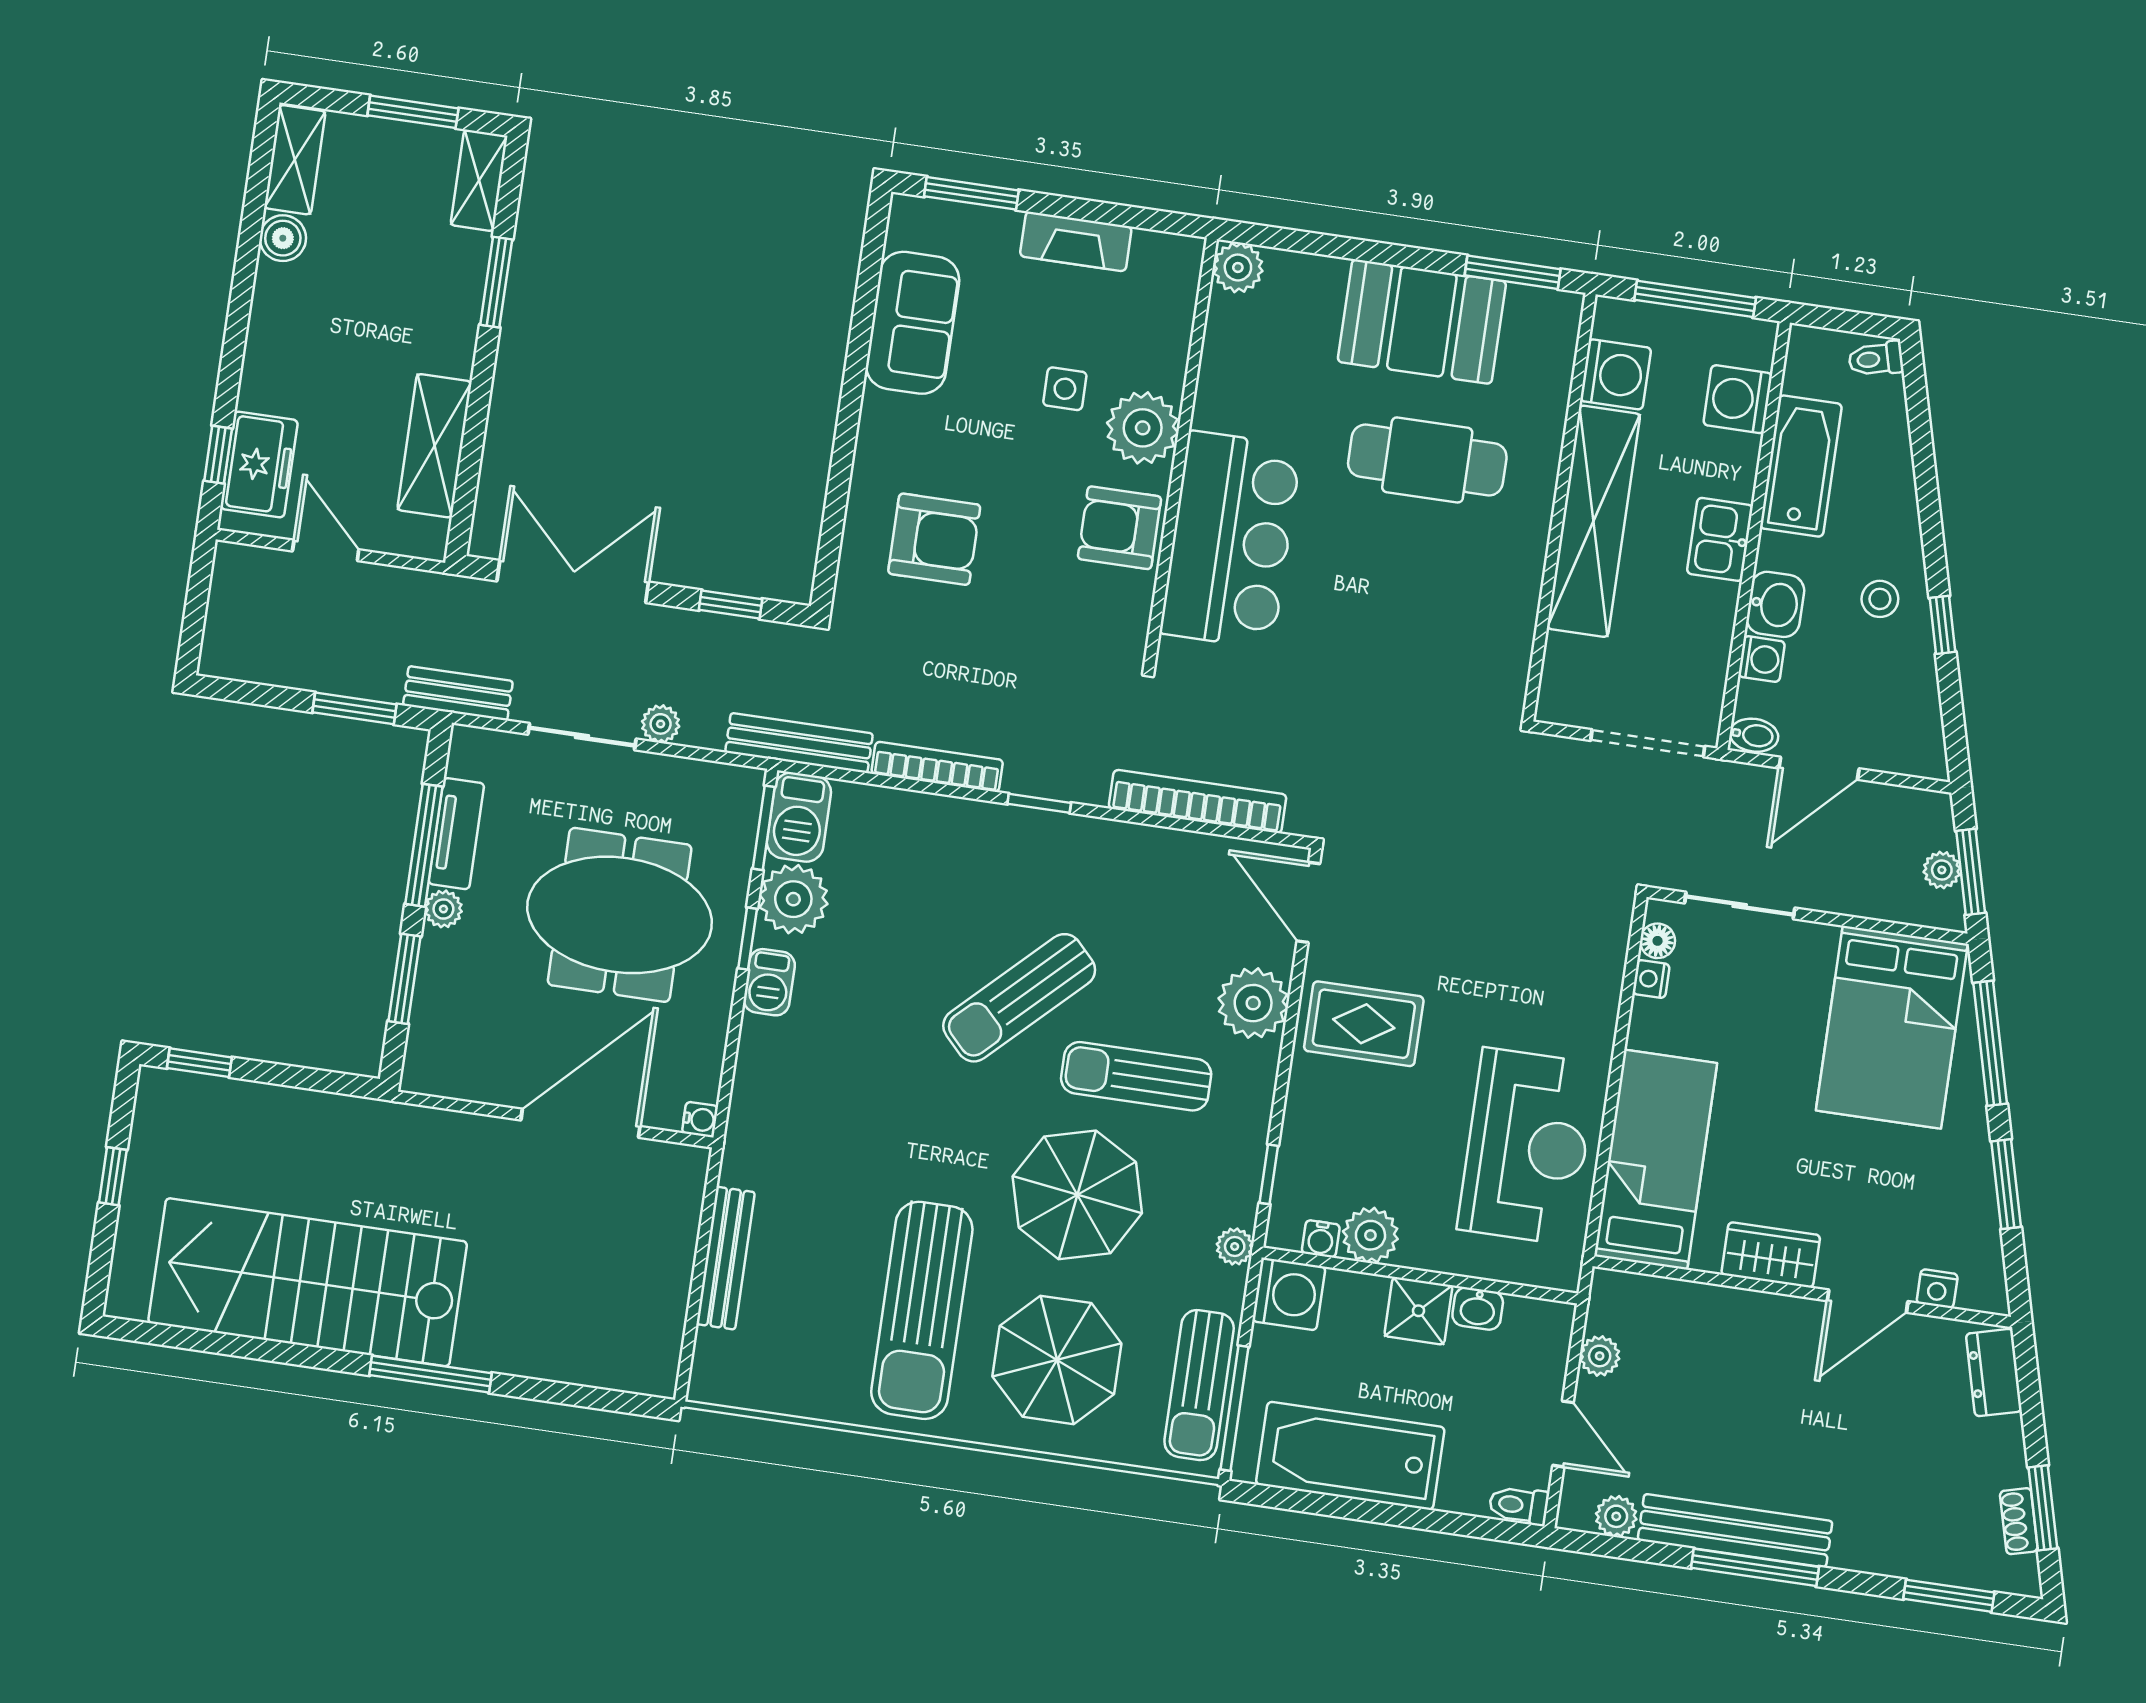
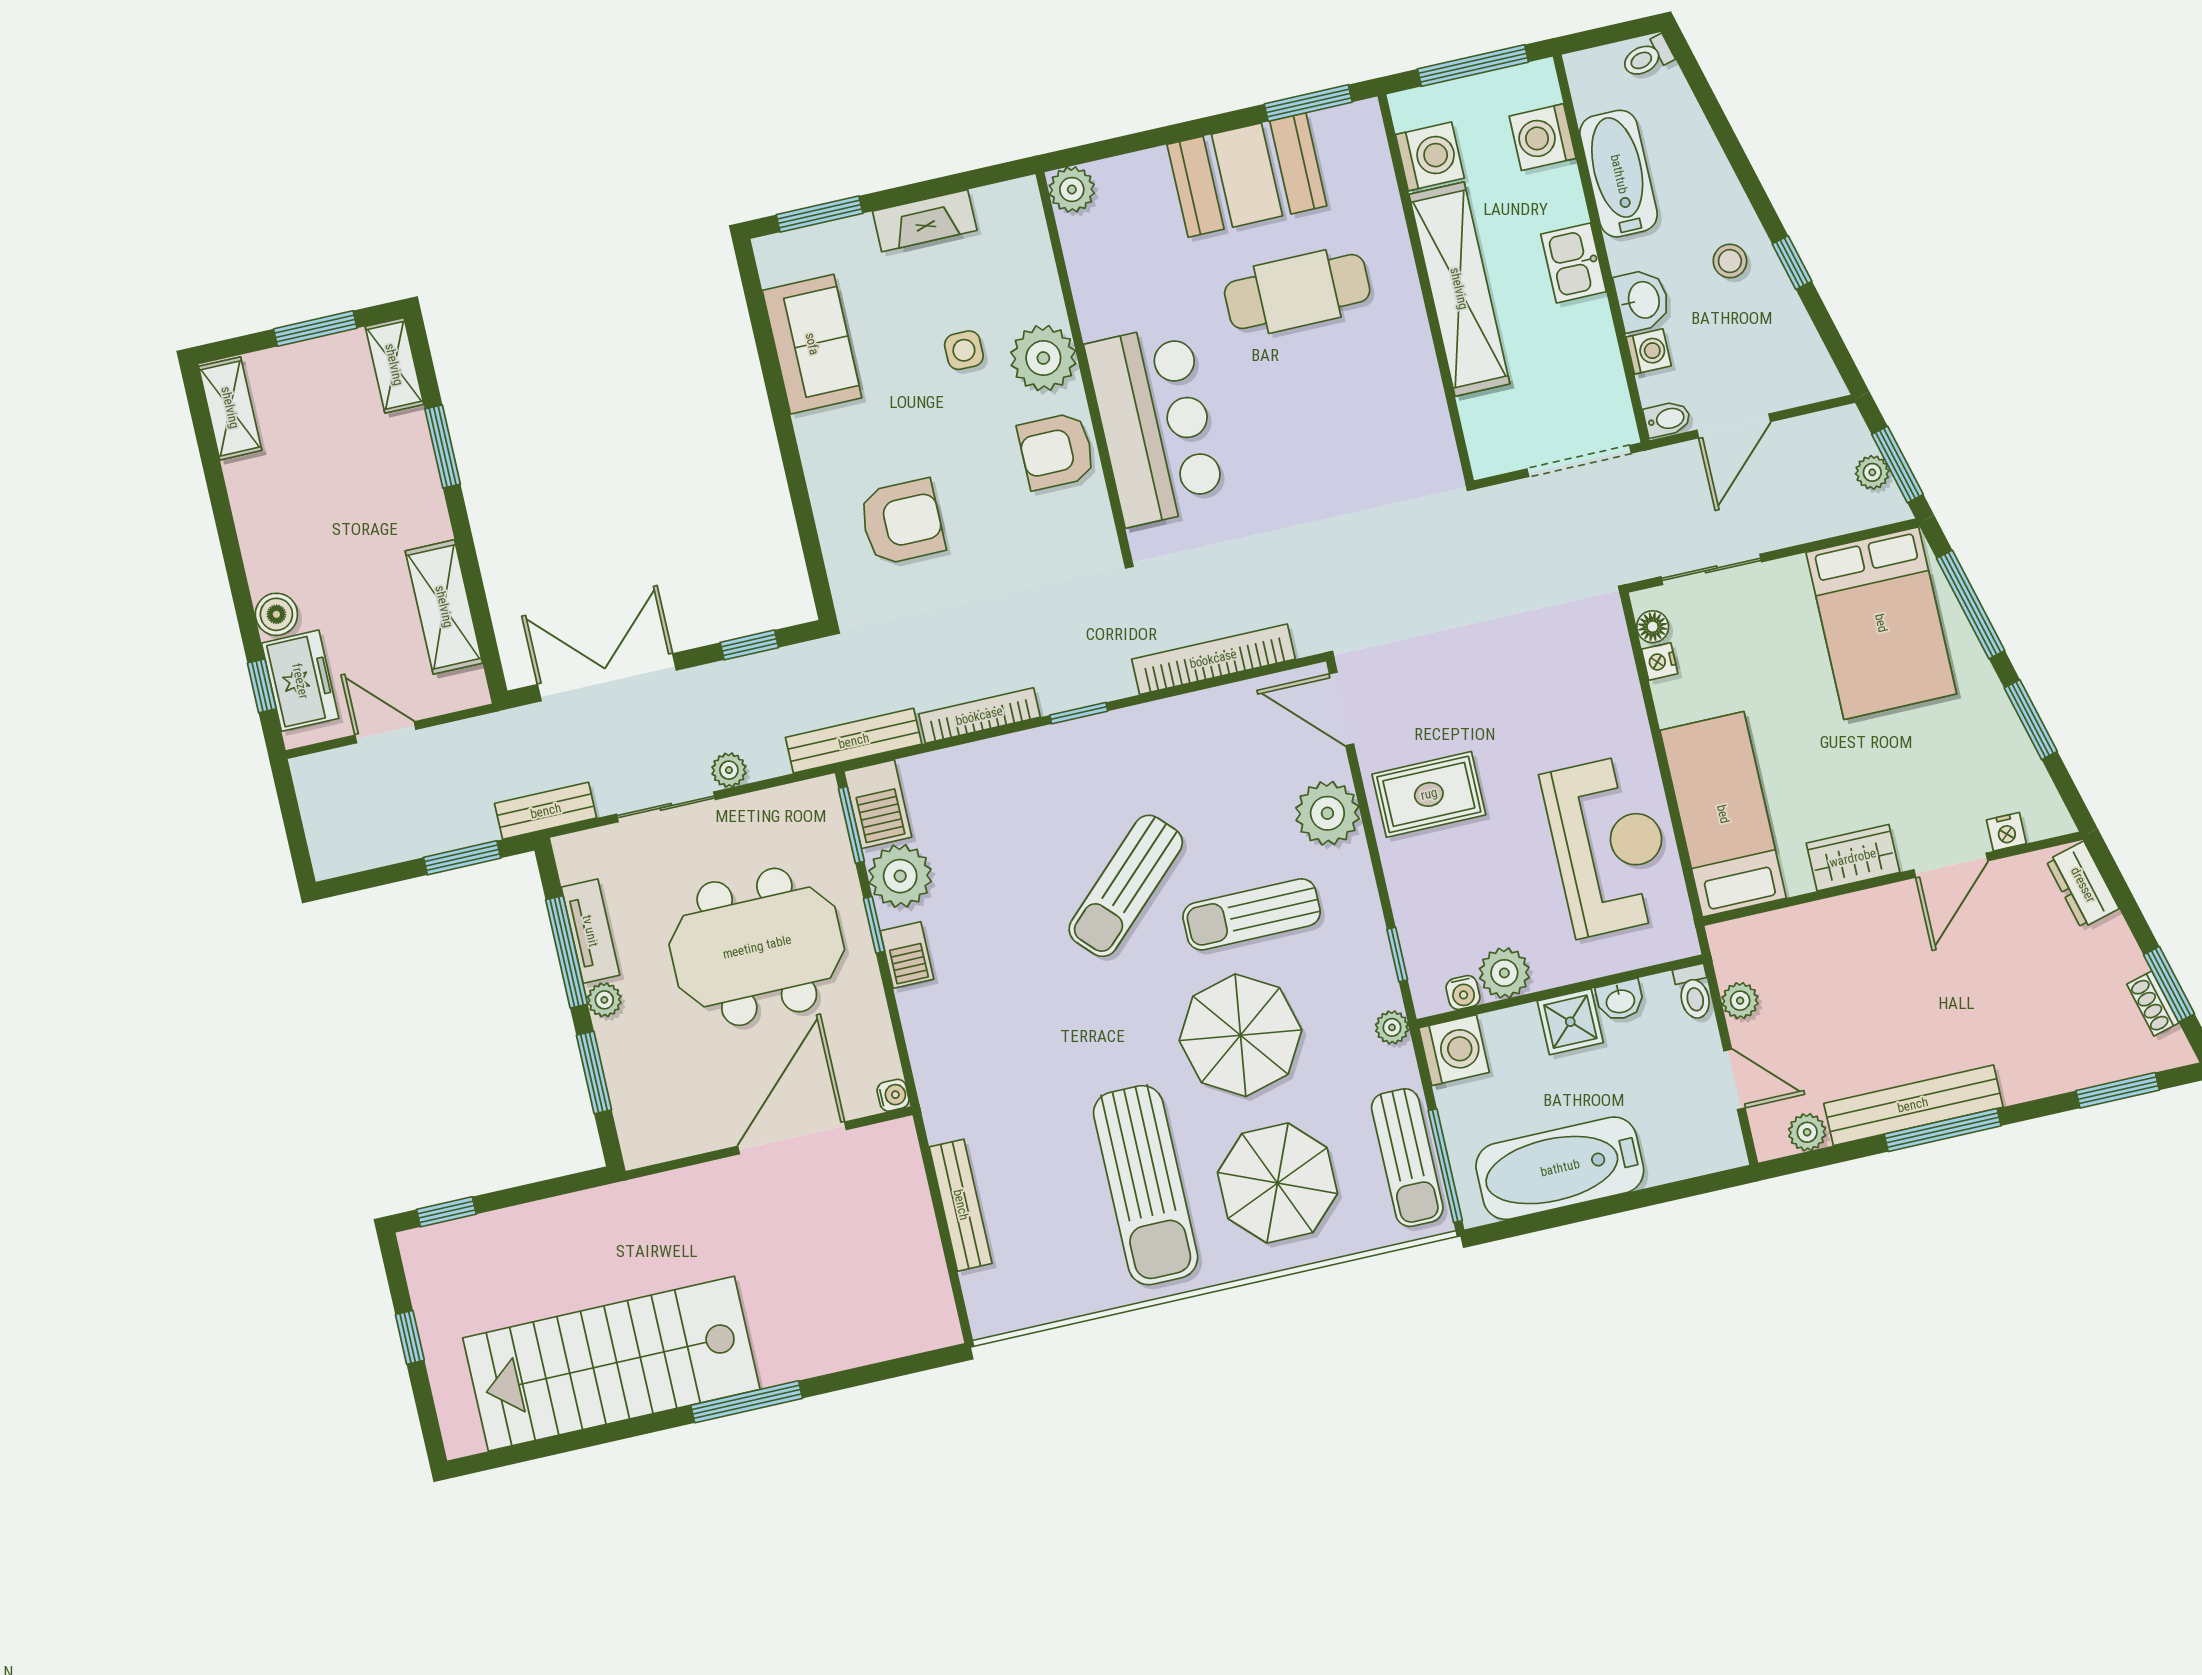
boiler: (283, 238) -> (276, 614), moved
toilet: (1519, 1505) -> (1694, 992), moved, turned -90

